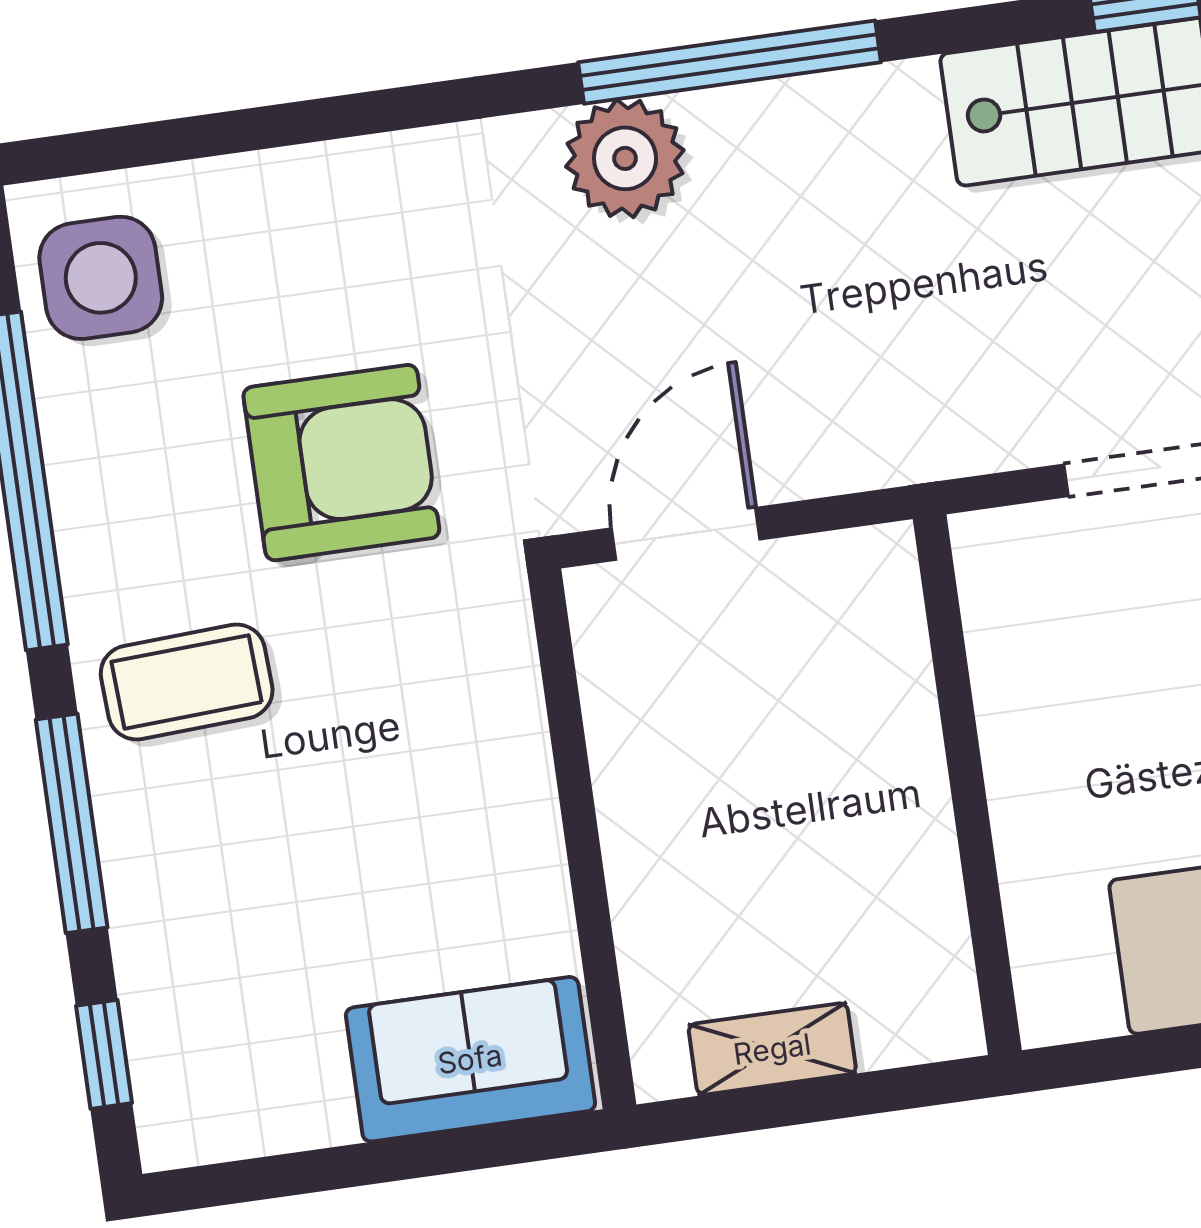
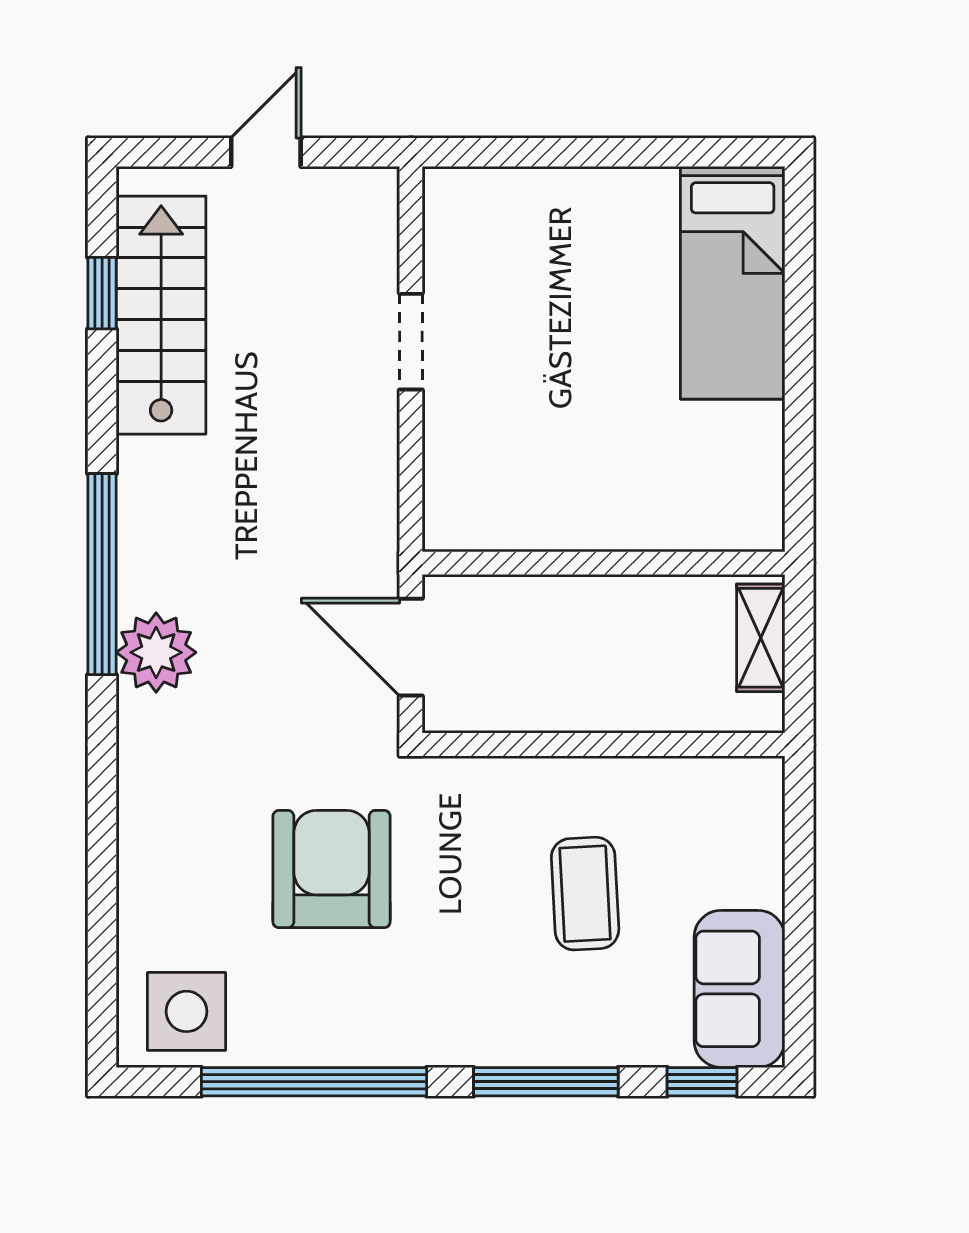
coffee table: (187, 682) -> (585, 894), moved
wall: (967, 785) -> (604, 563), moved
sofa: (470, 1059) -> (739, 989), moved

